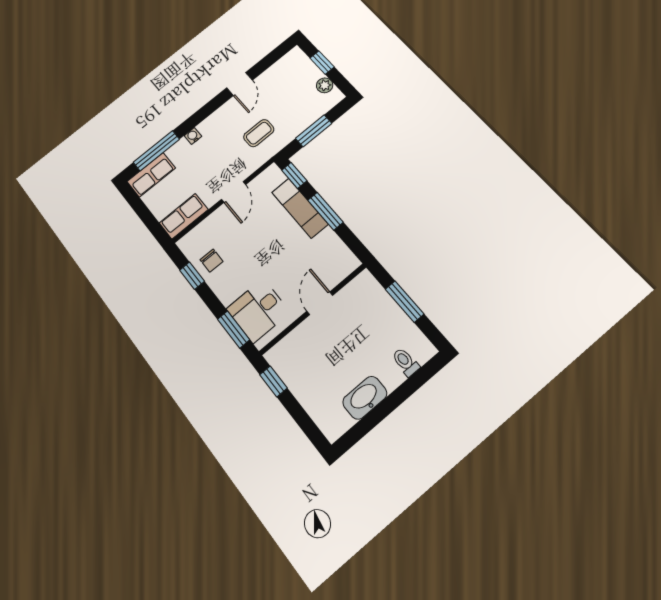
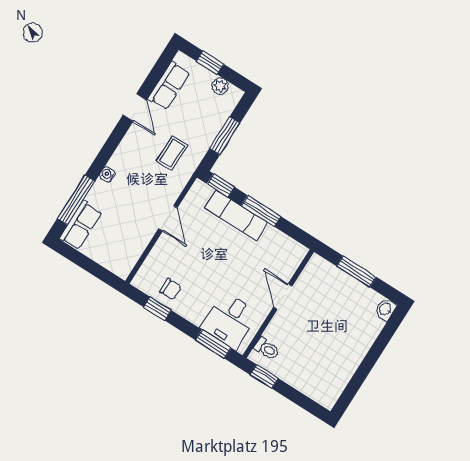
row of seats: (184, 216) -> (169, 86), moved, turned 180
toilet: (406, 362) -> (267, 349), moved, turned 180
washbasin: (365, 398) -> (386, 309), moved, width x0.52, depth x0.69

